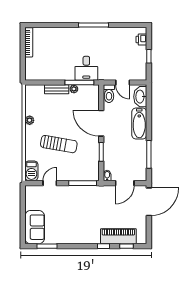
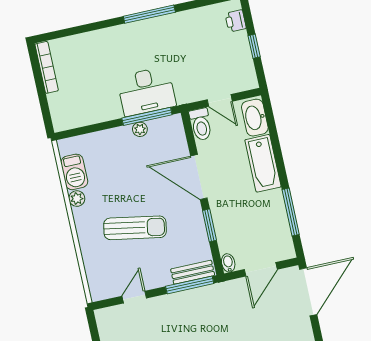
desk: (86, 68) -> (146, 91), width x1.37
bench: (57, 89) -> (193, 272), moved
barbecue: (31, 171) -> (74, 172), moved

